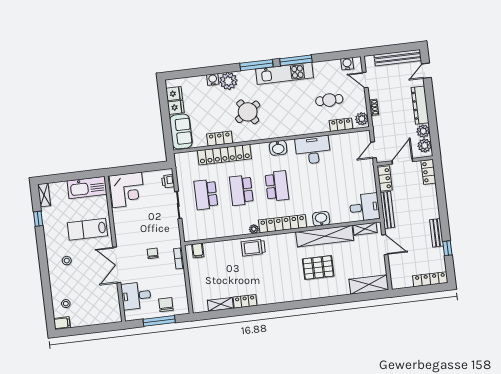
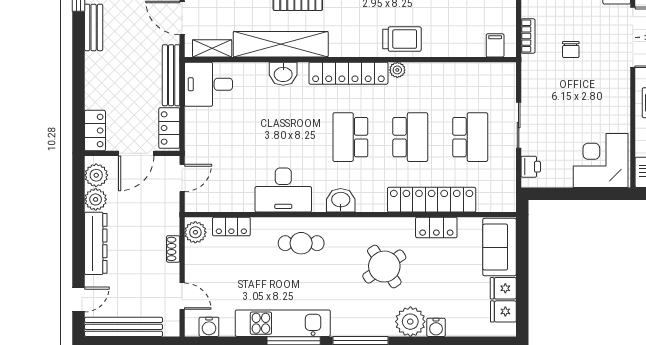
kitchen unit: (284, 73) -> (283, 323), moved
cafe table: (329, 100) -> (301, 243), moved

